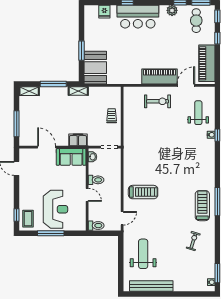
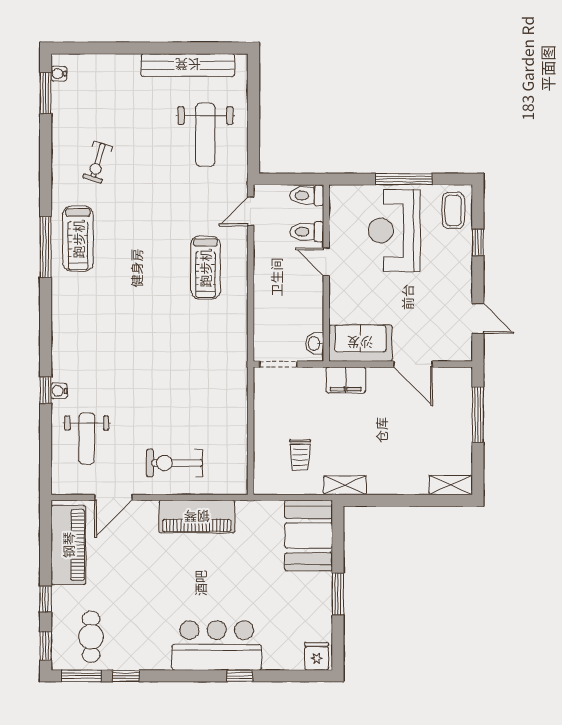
plant: (172, 10) -> (143, 659), removed
fridge: (104, 12) -> (317, 656), moved
window: (82, 51) -> (338, 594), moved
piano: (160, 76) -> (197, 517), moved
window: (53, 84) -> (399, 500), removed
trolley: (112, 116) -> (300, 455), moved
toilet: (96, 180) -> (307, 232), moved
treadmill: (143, 192) -> (205, 268), turned -90
window: (17, 215) -> (478, 242), moved

